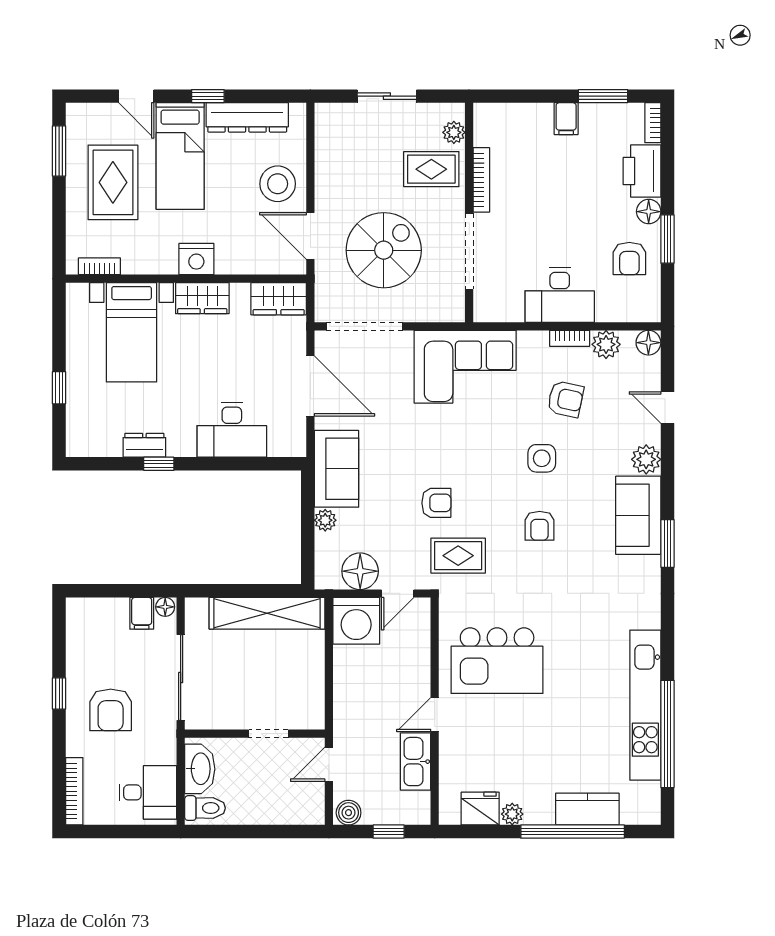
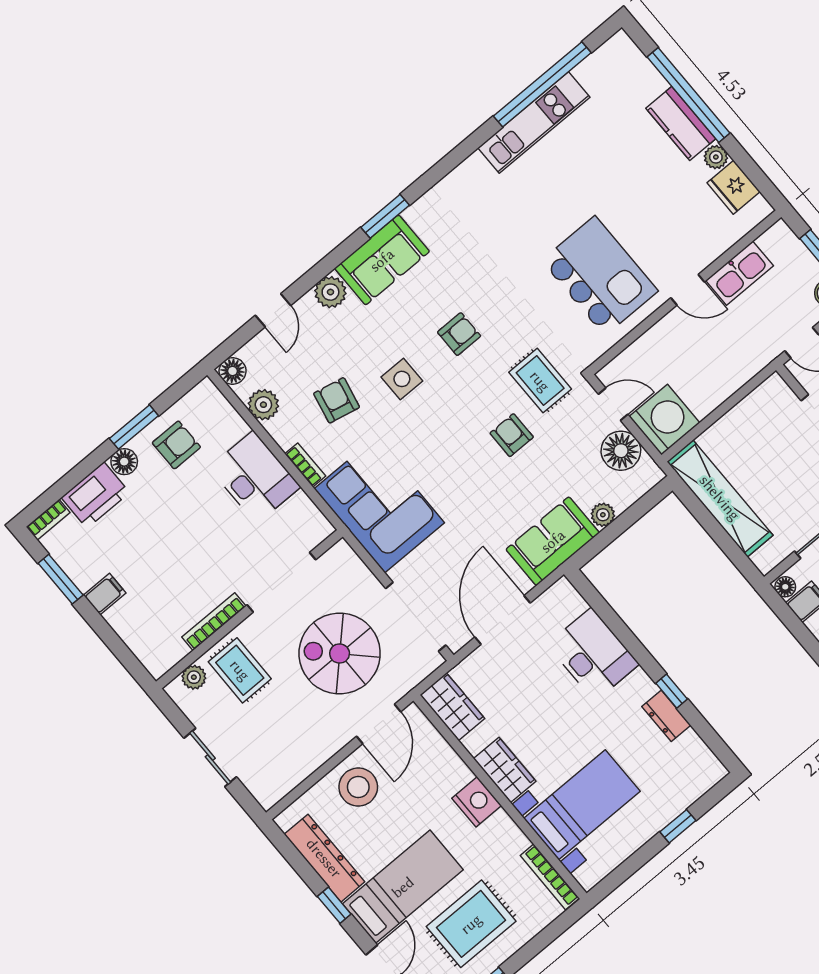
bookcase: (99, 266) -> (550, 877), width x1.56
bookcase: (570, 338) -> (305, 465), moved
kitchen unit: (645, 705) -> (534, 123), width x0.73
kitchen counter: (587, 809) -> (681, 124), moved

